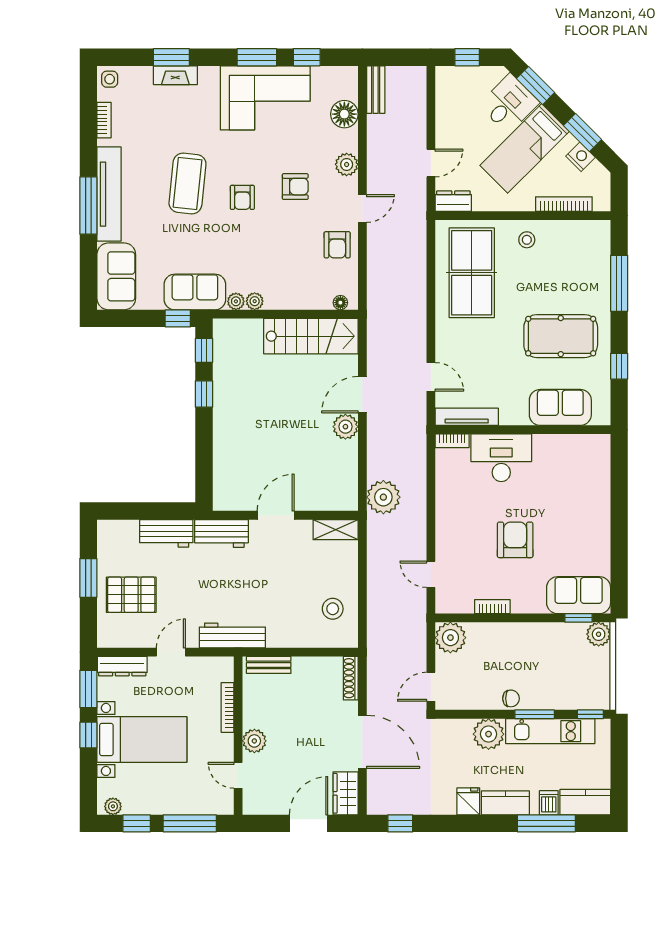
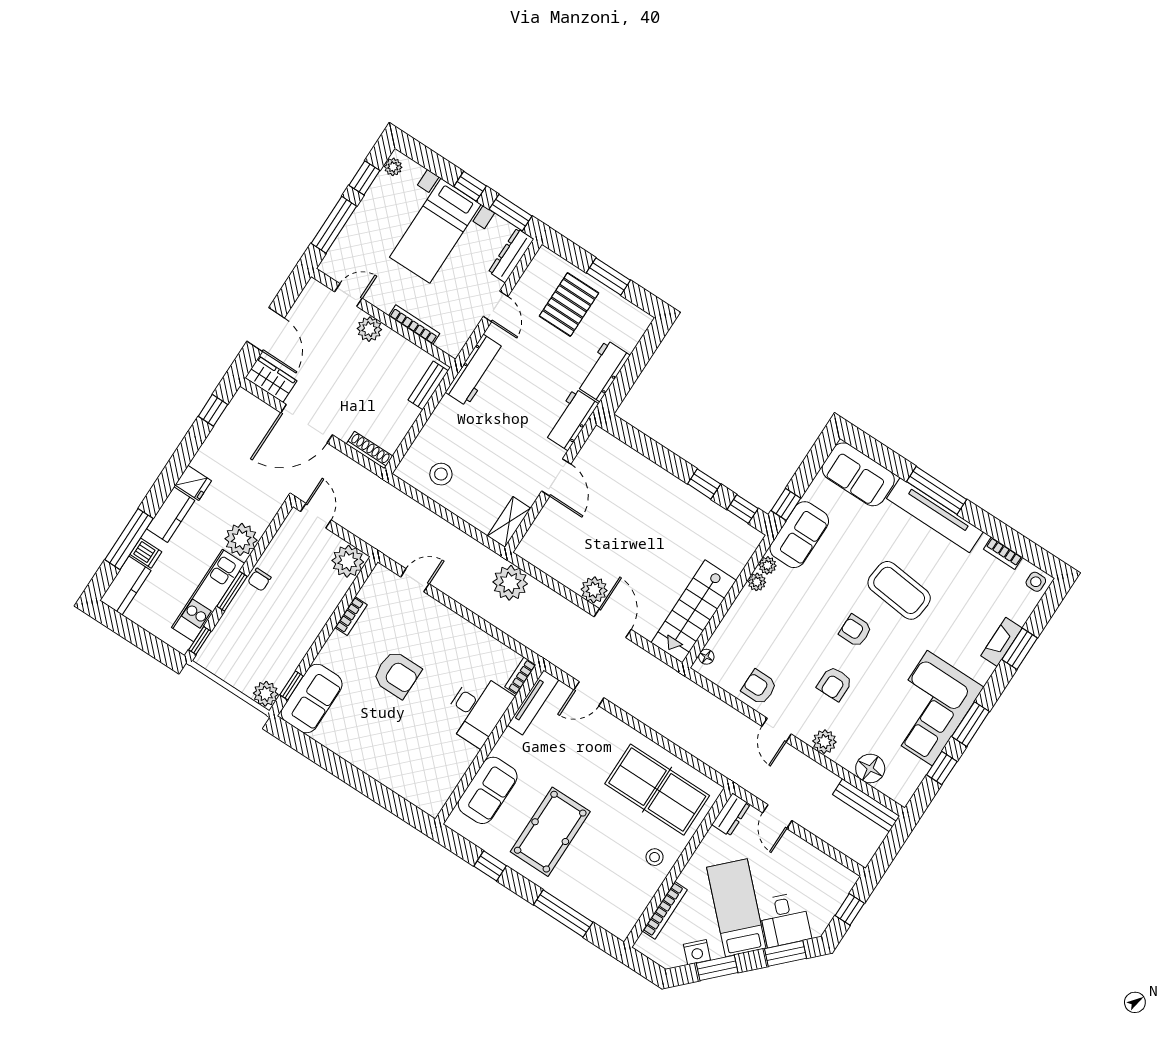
bench: (376, 90) -> (866, 805), width x1.36

